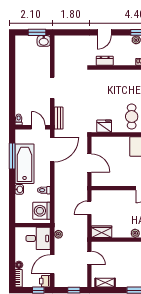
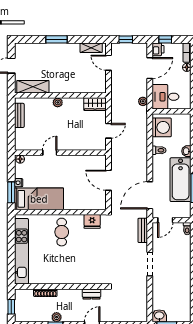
door: (38, 127) -> (165, 220), hinge flipped
door: (89, 258) -> (109, 63), moved

